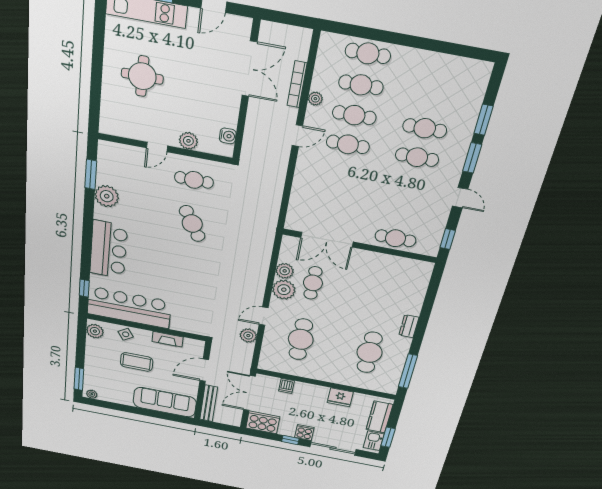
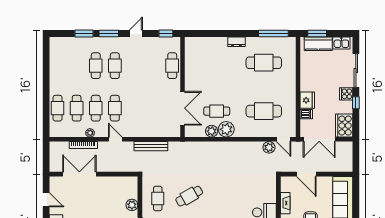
water cooler: (228, 136) -> (124, 181), removed
door: (264, 316) -> (283, 139), moved
fridge: (340, 397) -> (307, 100), moved
bench: (209, 403) -> (151, 146), moved
window: (388, 437) -> (317, 34), moved

